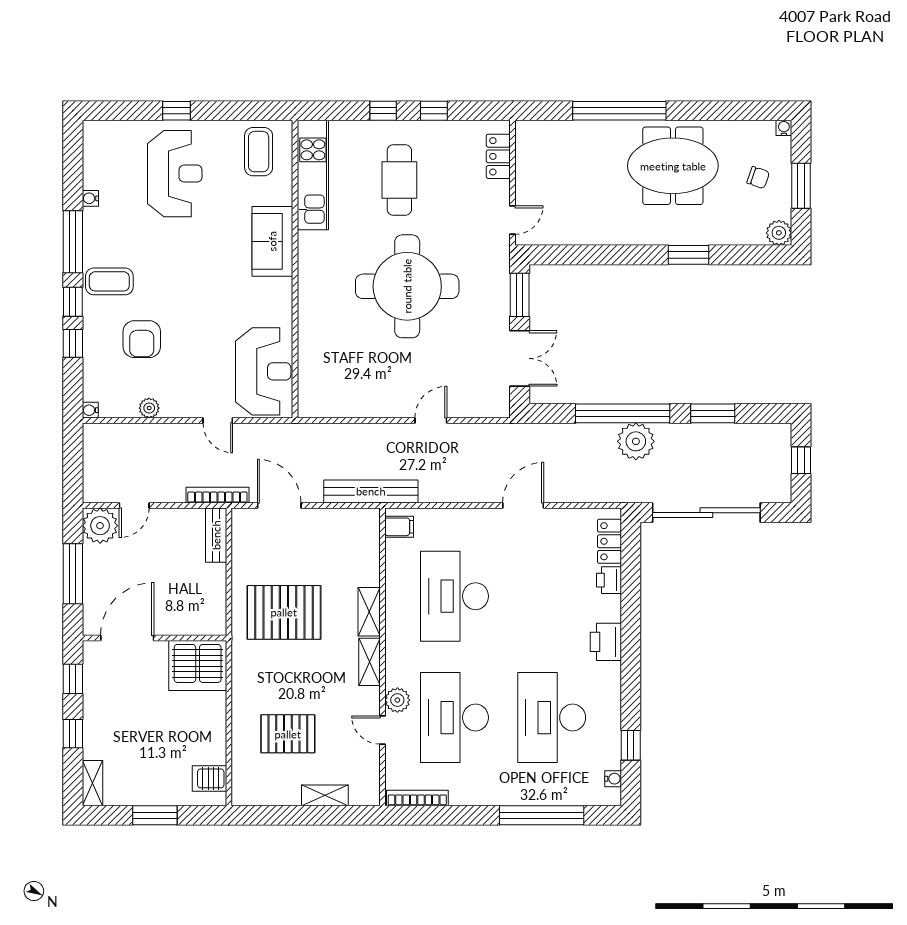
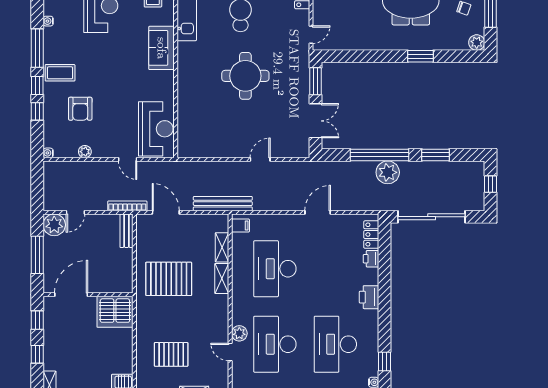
round table: (407, 286) -> (245, 76), width x0.73, depth x0.73
shelving: (370, 662) -> (222, 247), moved

